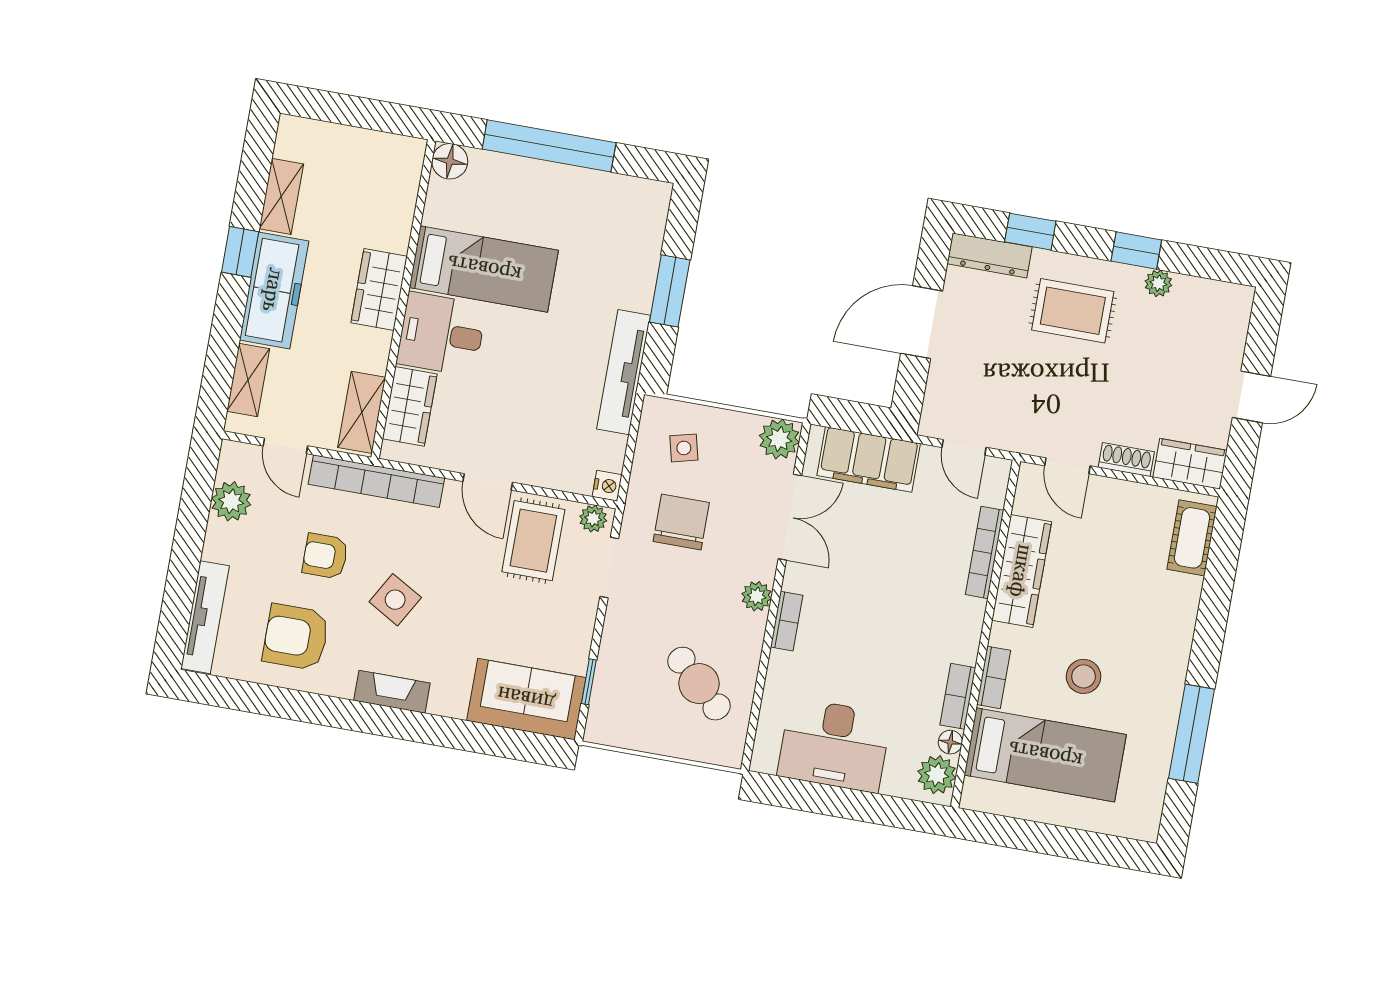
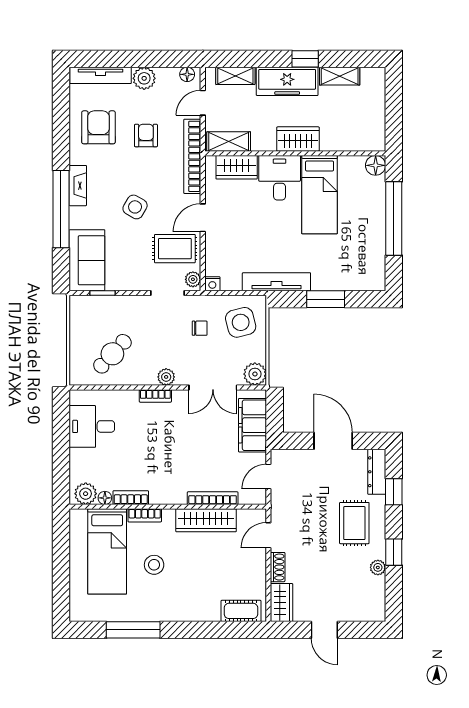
side table: (684, 448) -> (241, 322), width x1.87, depth x1.87
floor lamp: (230, 464) -> (187, 74), added
plant: (231, 501) -> (144, 78), moved
chair: (681, 522) -> (200, 328), width x0.54, depth x0.54
side table: (395, 600) -> (135, 207), moved
window: (428, 729) -> (61, 209), added
desk: (834, 745) -> (92, 426), width x0.73

